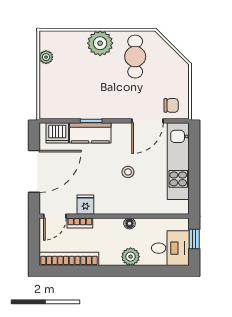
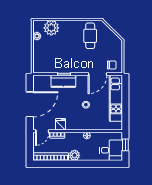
plant: (100, 43) -> (51, 28), moved
dishwasher: (57, 133) -> (44, 81), removed
plant: (131, 257) -> (75, 155), moved

